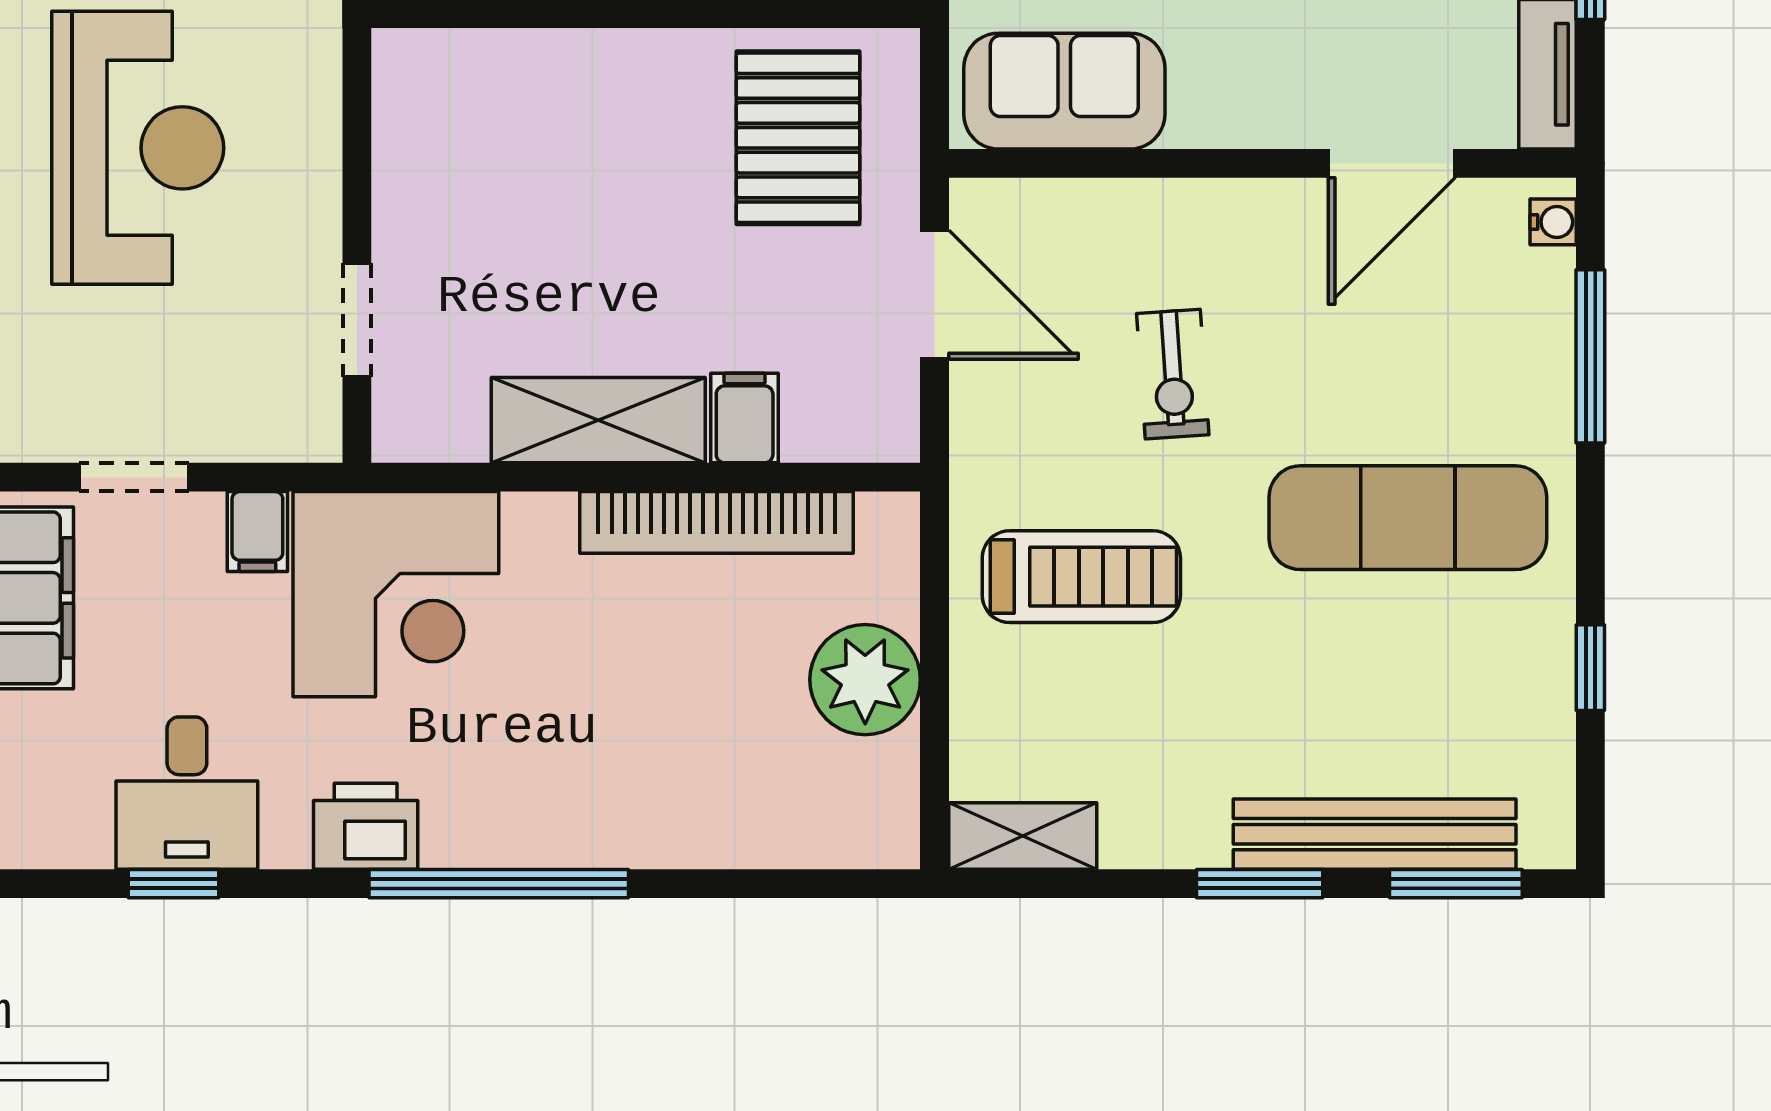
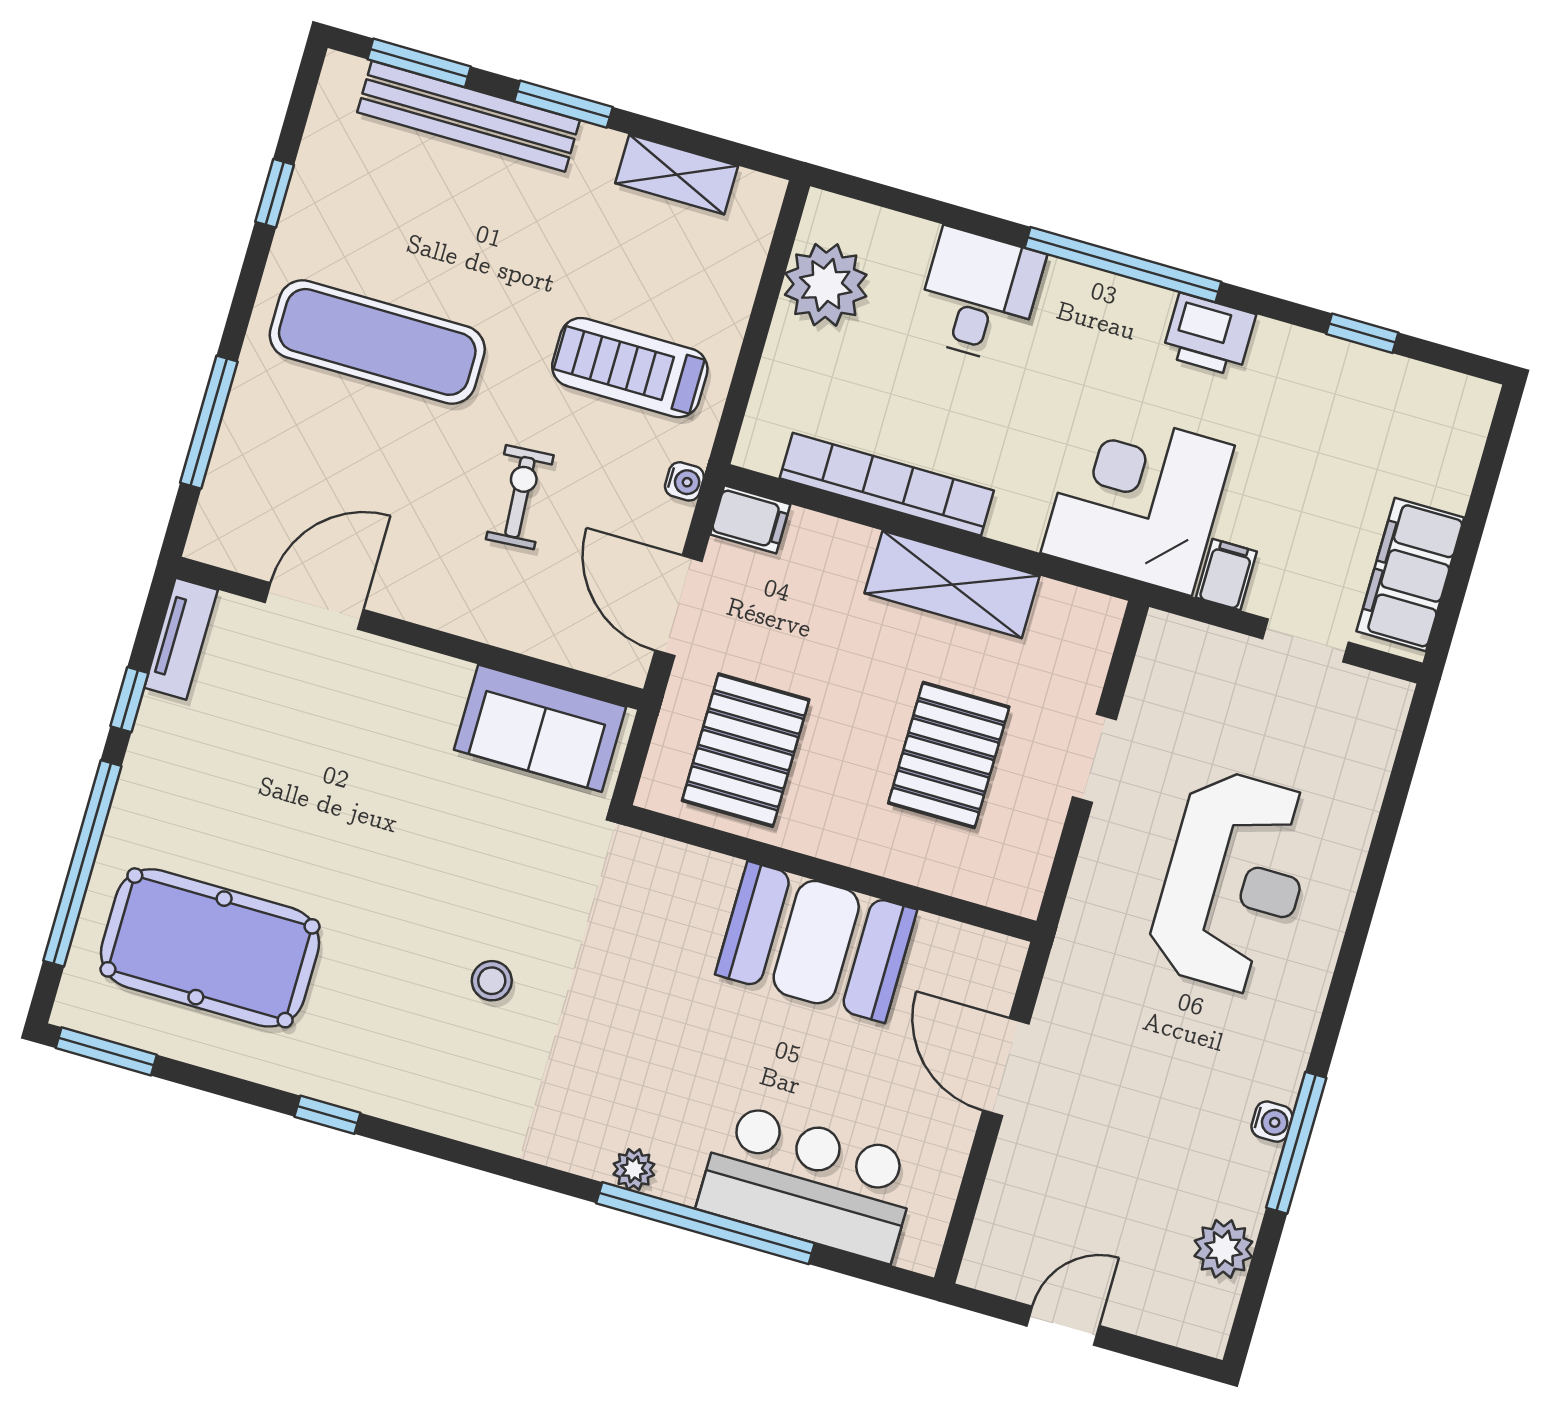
reception desk: (138, 148) -> (1233, 882), turned 180
pallet: (541, 205) -> (949, 755), added
water cooler: (1553, 222) -> (684, 481), moved, turned 180
doorway: (357, 320) -> (1094, 758), moved
filing cabinet: (745, 418) -> (750, 519), moved, turned -90
plant: (865, 680) -> (826, 285), moved
desk: (187, 793) -> (979, 295), moved
shelving: (1023, 836) -> (677, 174), moved

